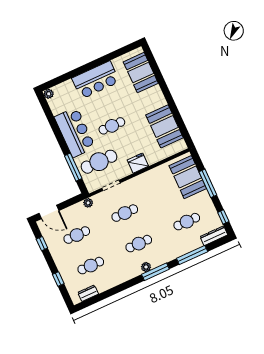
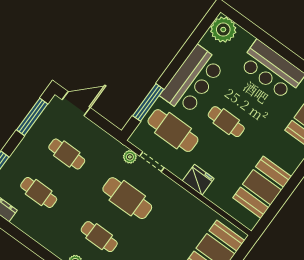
plant: (49, 94) -> (223, 30), width x1.88, depth x1.88
plant: (88, 203) -> (130, 157), moved
door: (49, 212) -> (76, 104), swing flipped
cafe table: (125, 213) -> (127, 198), width x1.37, depth x1.35
window: (42, 244) -> (32, 117), width x2.17

